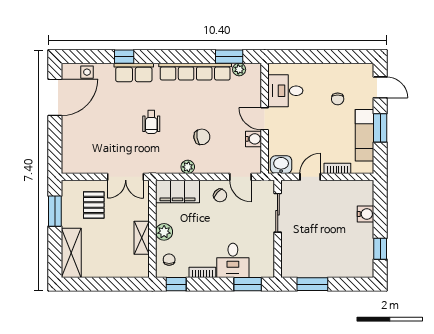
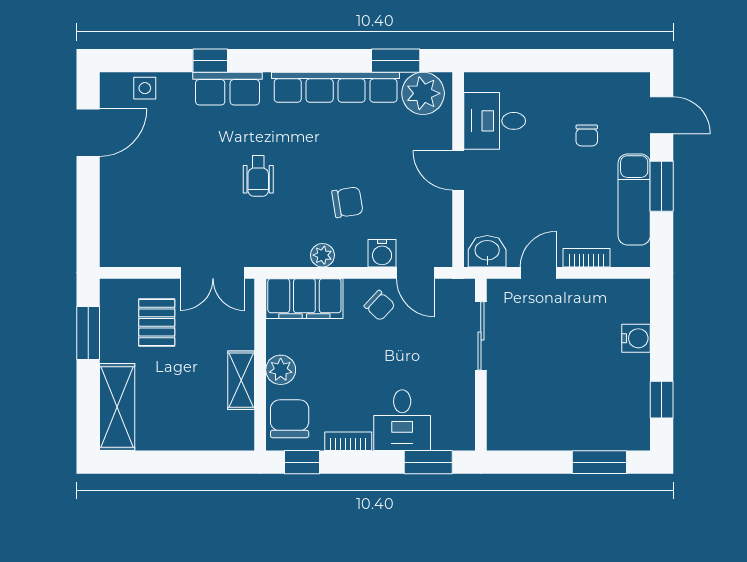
plant: (239, 69) -> (423, 93), width x1.87, depth x1.87
door: (55, 97) -> (88, 133), width x0.73
water cooler: (253, 139) -> (382, 253), moved, turned 90
chair: (169, 260) -> (290, 419), width x1.87, depth x1.87
window: (312, 284) -> (599, 462), moved

